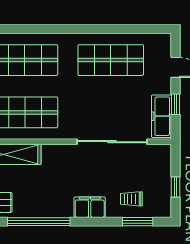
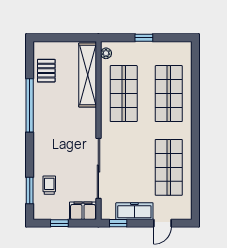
window: (176, 104) -> (118, 223), moved
freezer: (162, 116) -> (134, 211), moved
filing cabinet: (90, 207) -> (83, 211), moved, turned -90

